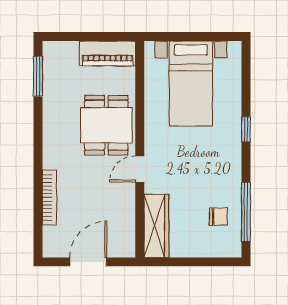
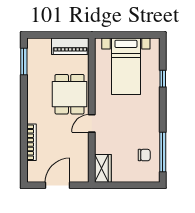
window: (246, 129) -> (163, 79), moved
wardrobe: (156, 226) -> (103, 168), width x0.67

